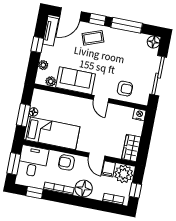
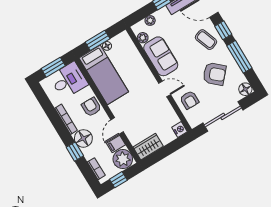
armchair: (123, 54) -> (214, 74), added
door: (101, 99) -> (165, 89), swing flipped
window: (34, 192) -> (75, 152), moved

